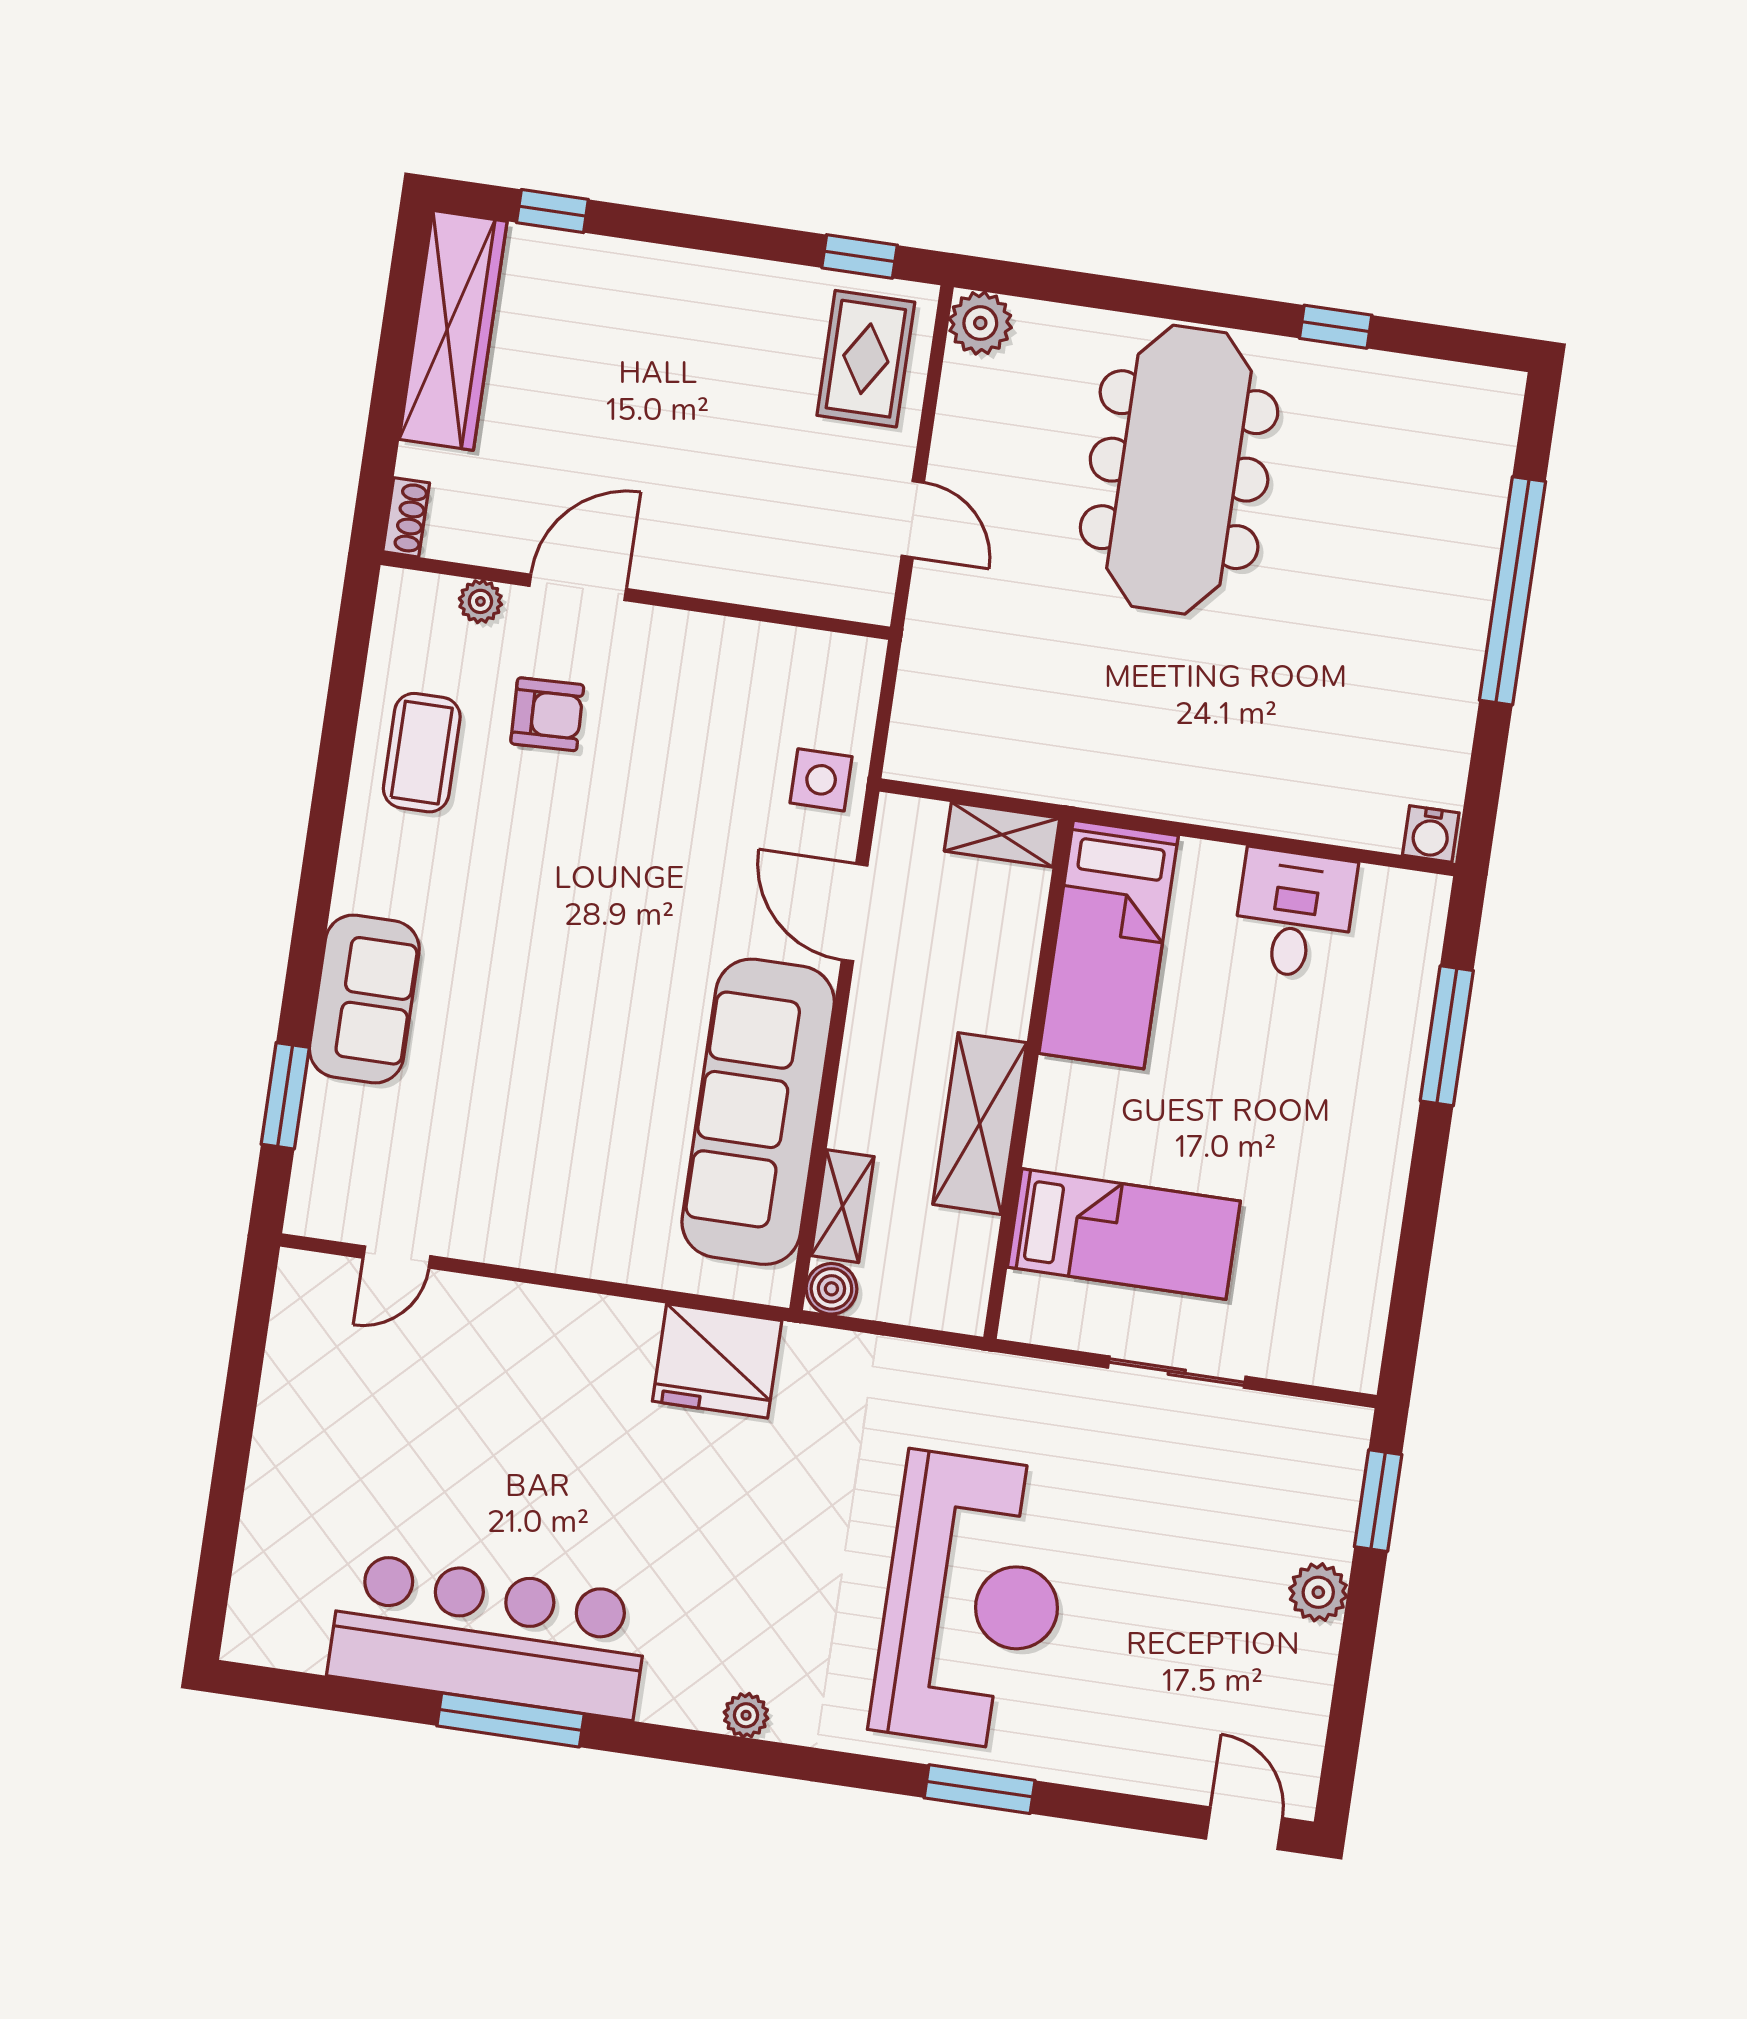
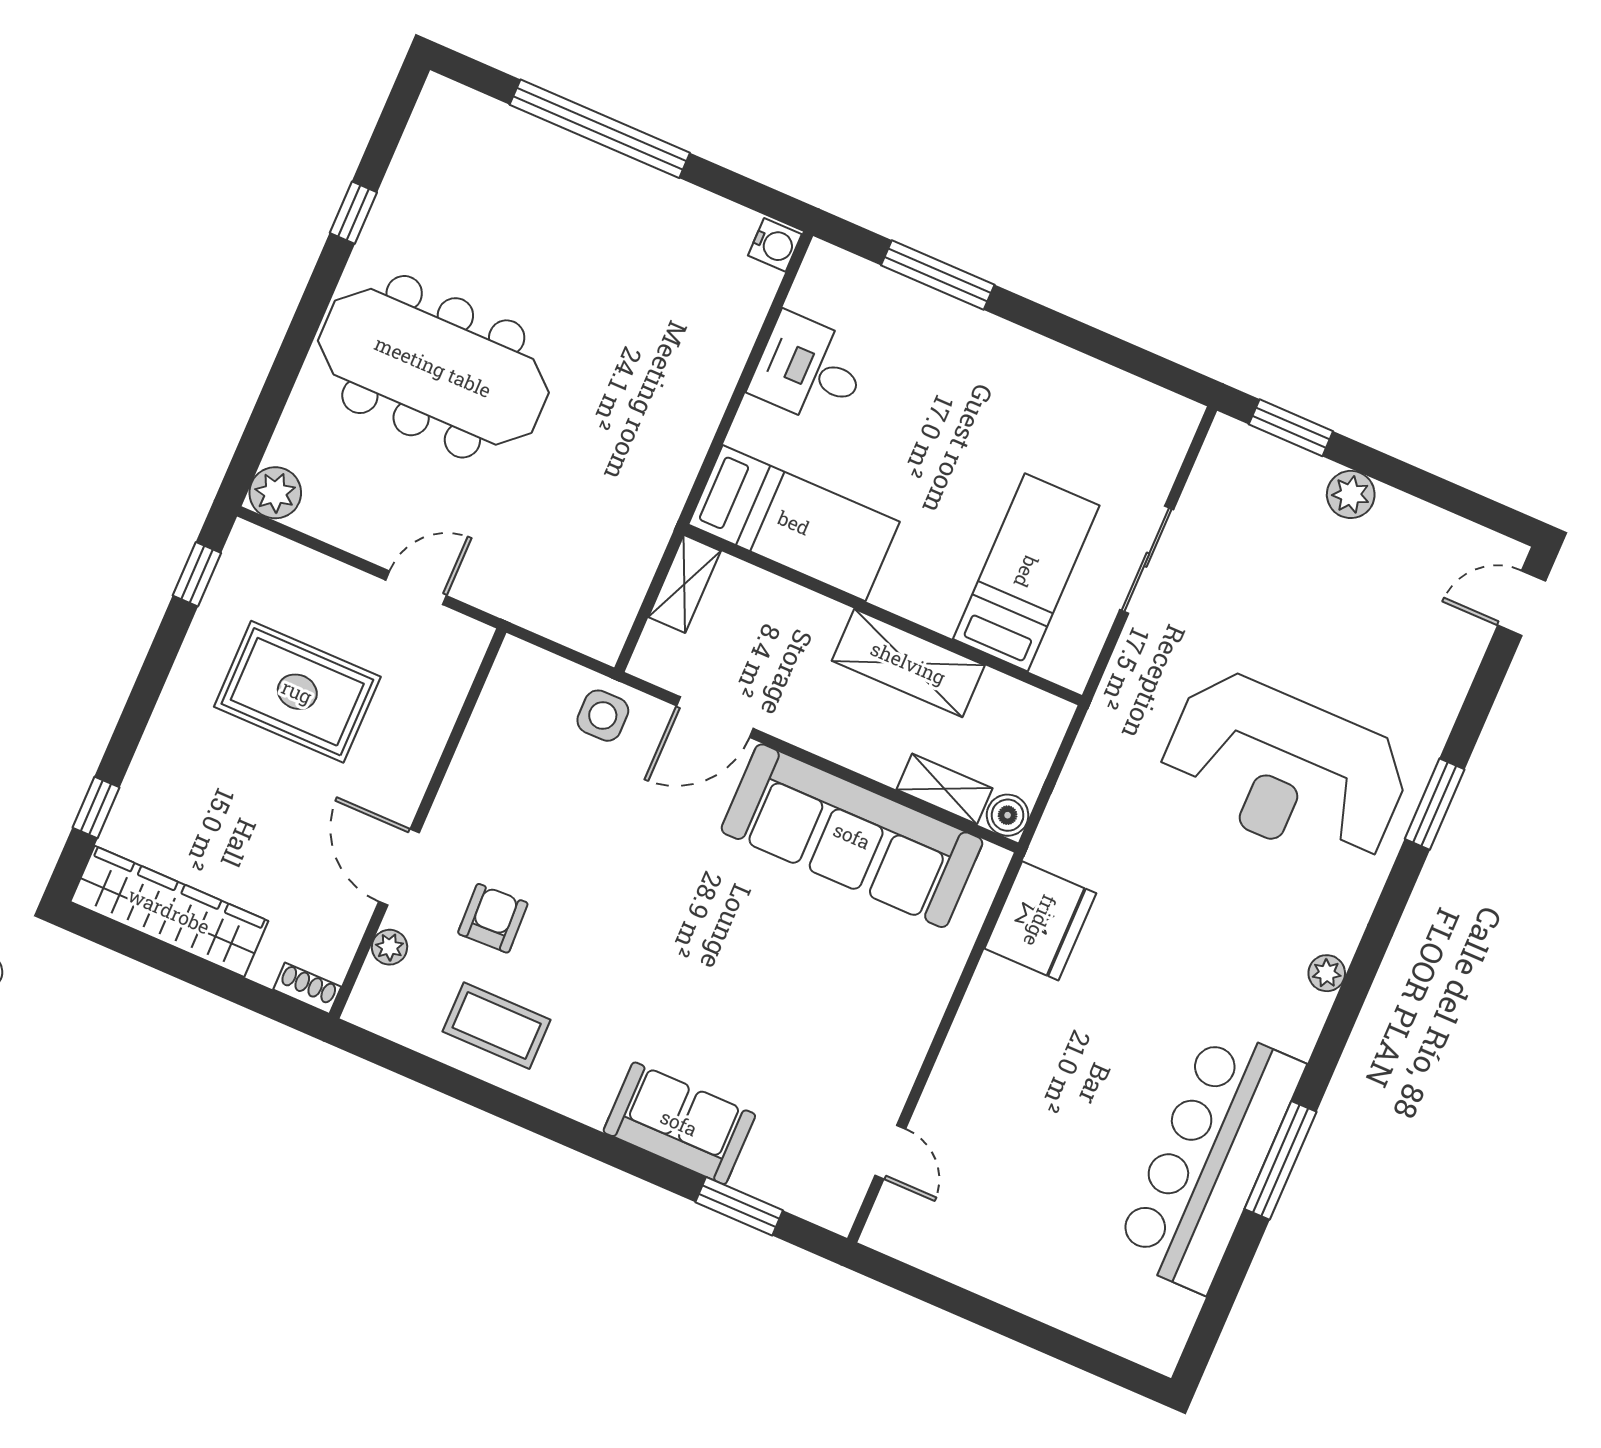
rug: (866, 359) -> (297, 692), moved, width x1.36, depth x1.43
reception desk: (973, 1601) -> (1285, 770), turned 180

